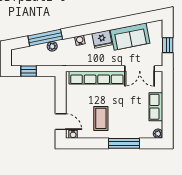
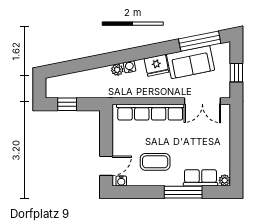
window: (45, 38) -> (200, 41), moved
plant: (52, 46) -> (117, 70), moved
row of seats: (156, 107) -> (200, 178), moved, turned 90
coffee table: (101, 118) -> (155, 162), turned 90
door: (61, 122) -> (106, 166), hinge flipped

